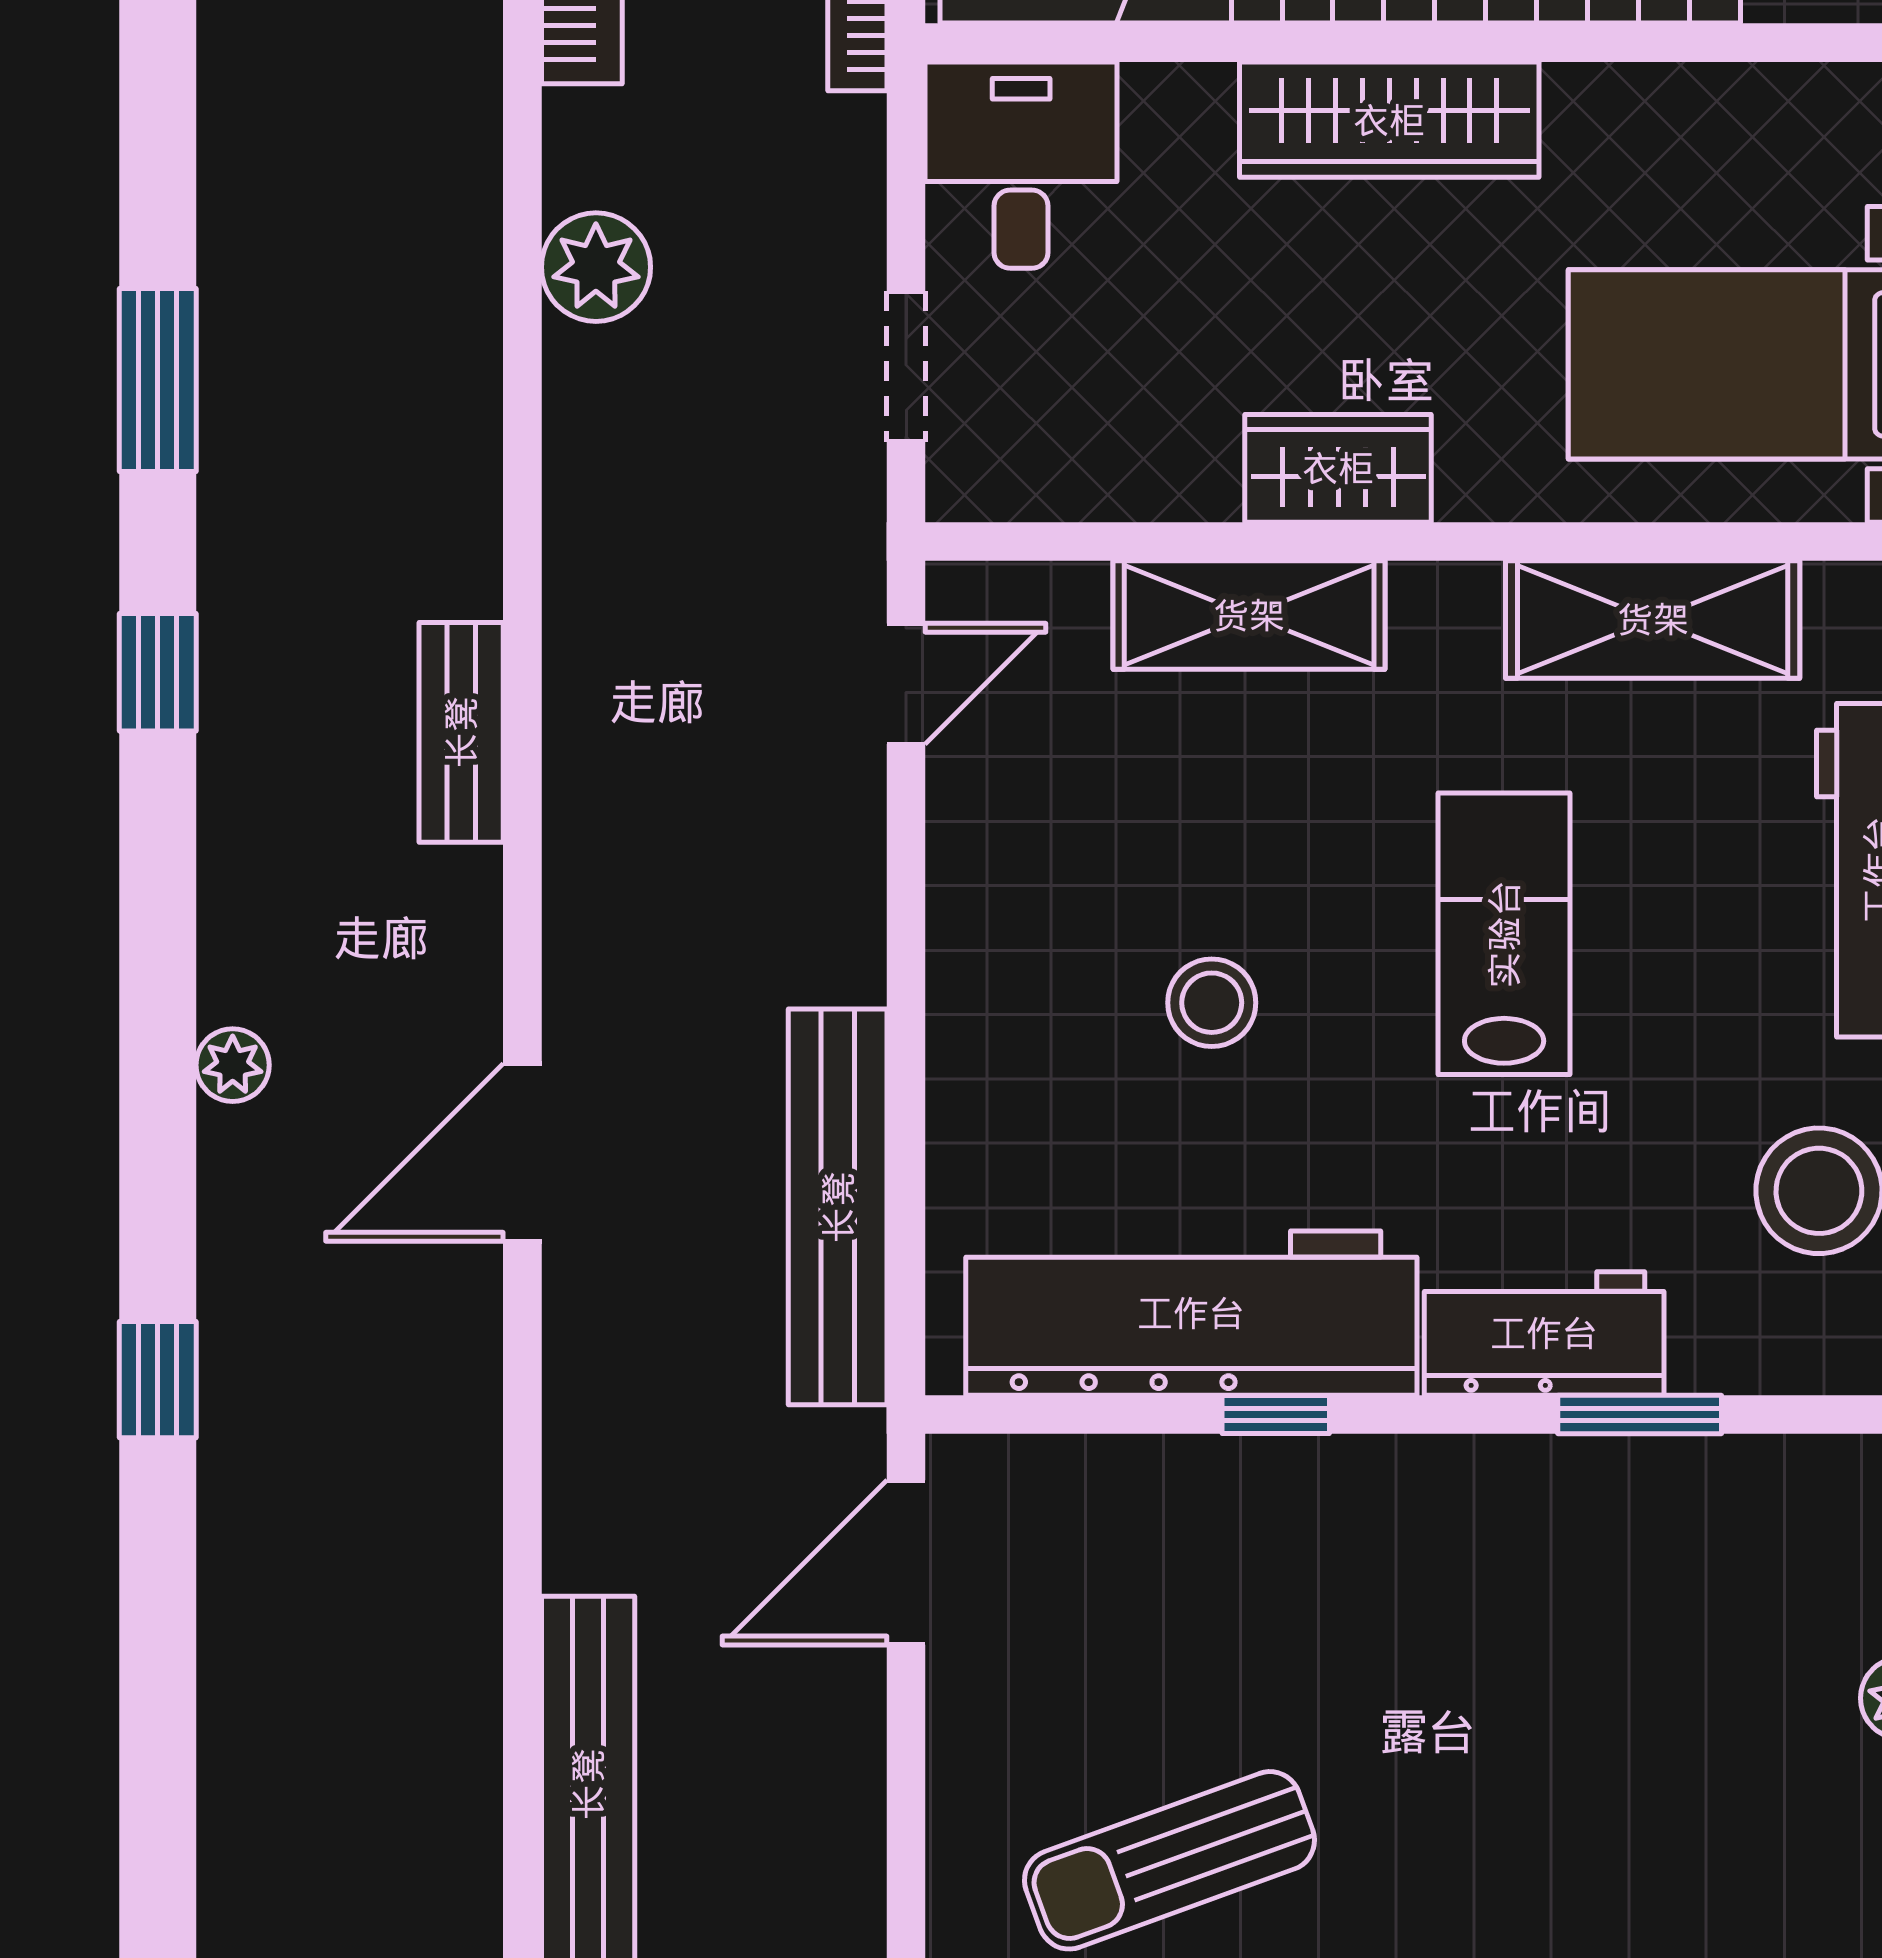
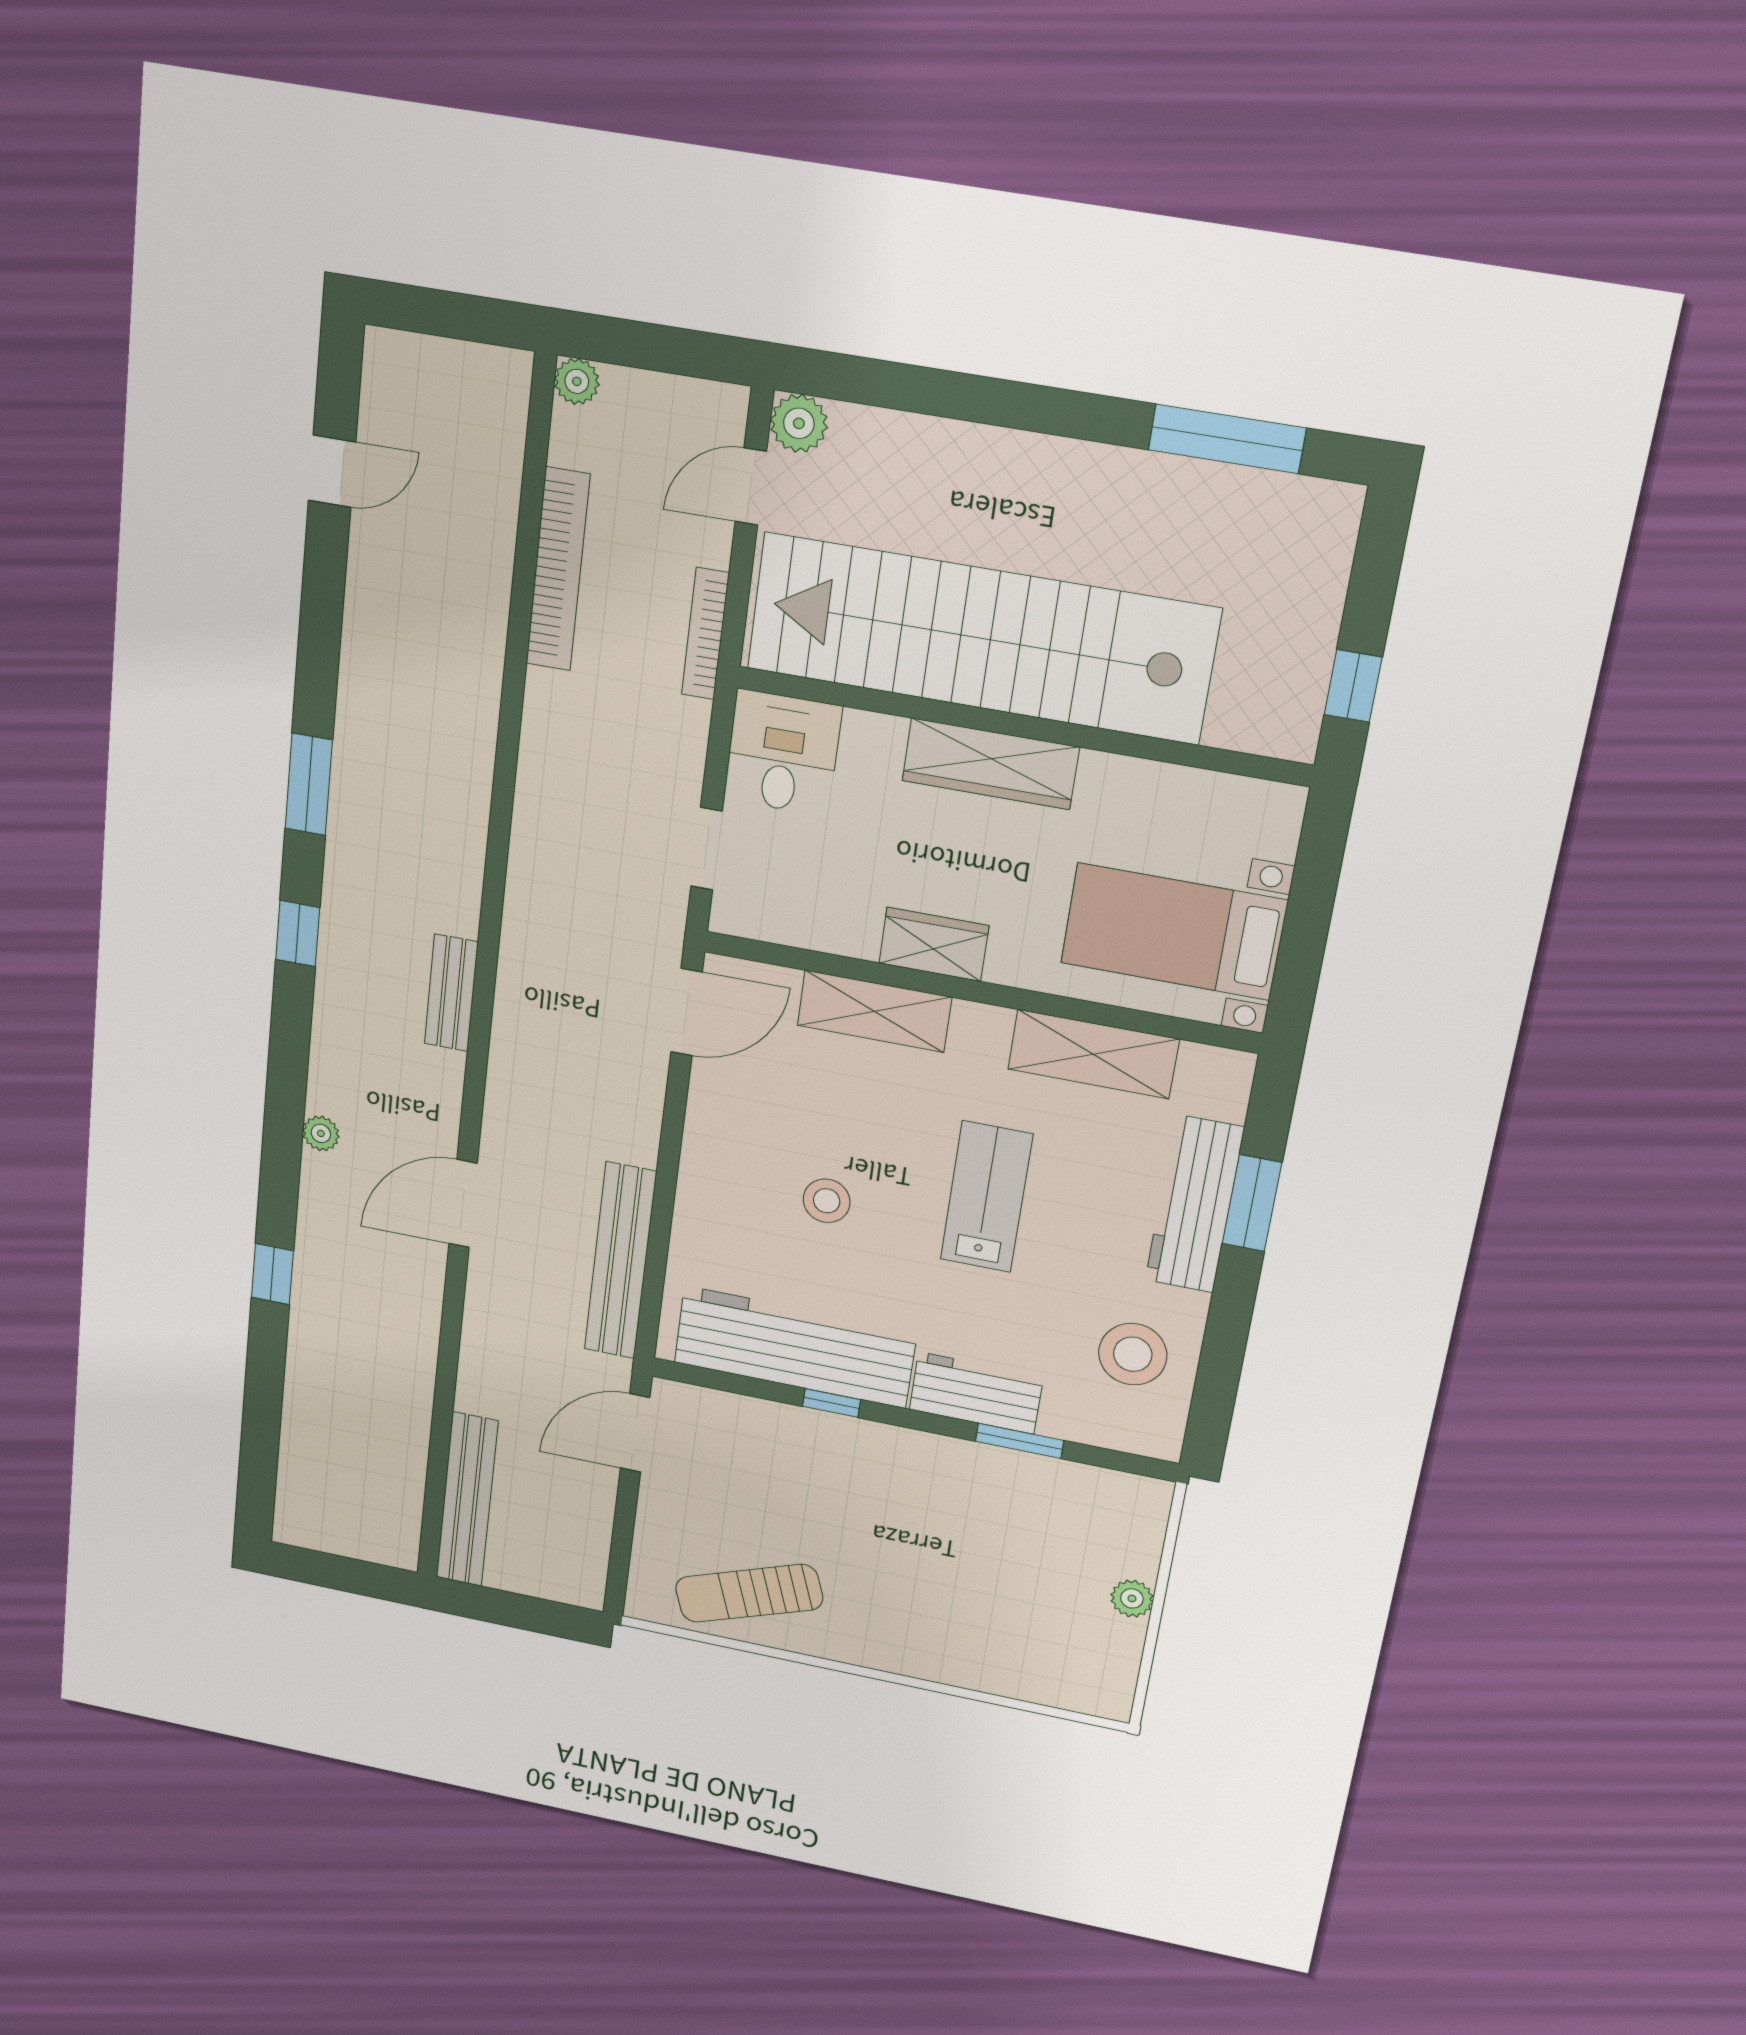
plant: (596, 267) -> (546, 766), removed
door: (906, 684) -> (687, 1012), width x1.38

